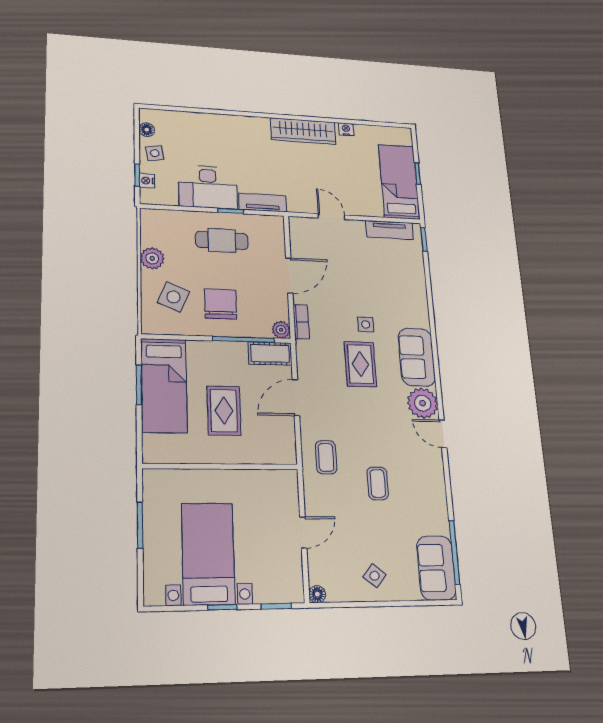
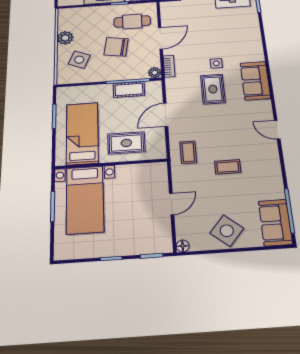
cafe table: (222, 240) -> (132, 21), moved
chair: (221, 304) -> (116, 47), moved, turned -81
cot: (270, 353) -> (129, 89), moved
bed: (164, 385) -> (82, 133), moved, turned 180
plant: (423, 403) -> (261, 111), removed
rug: (224, 411) -> (126, 143), moved, turned 90
coffee table: (378, 483) -> (228, 167), turned 90
bed with nightstands: (208, 554) -> (85, 200), moved, turned 180
side table: (375, 576) -> (227, 231), width x1.87, depth x1.87

